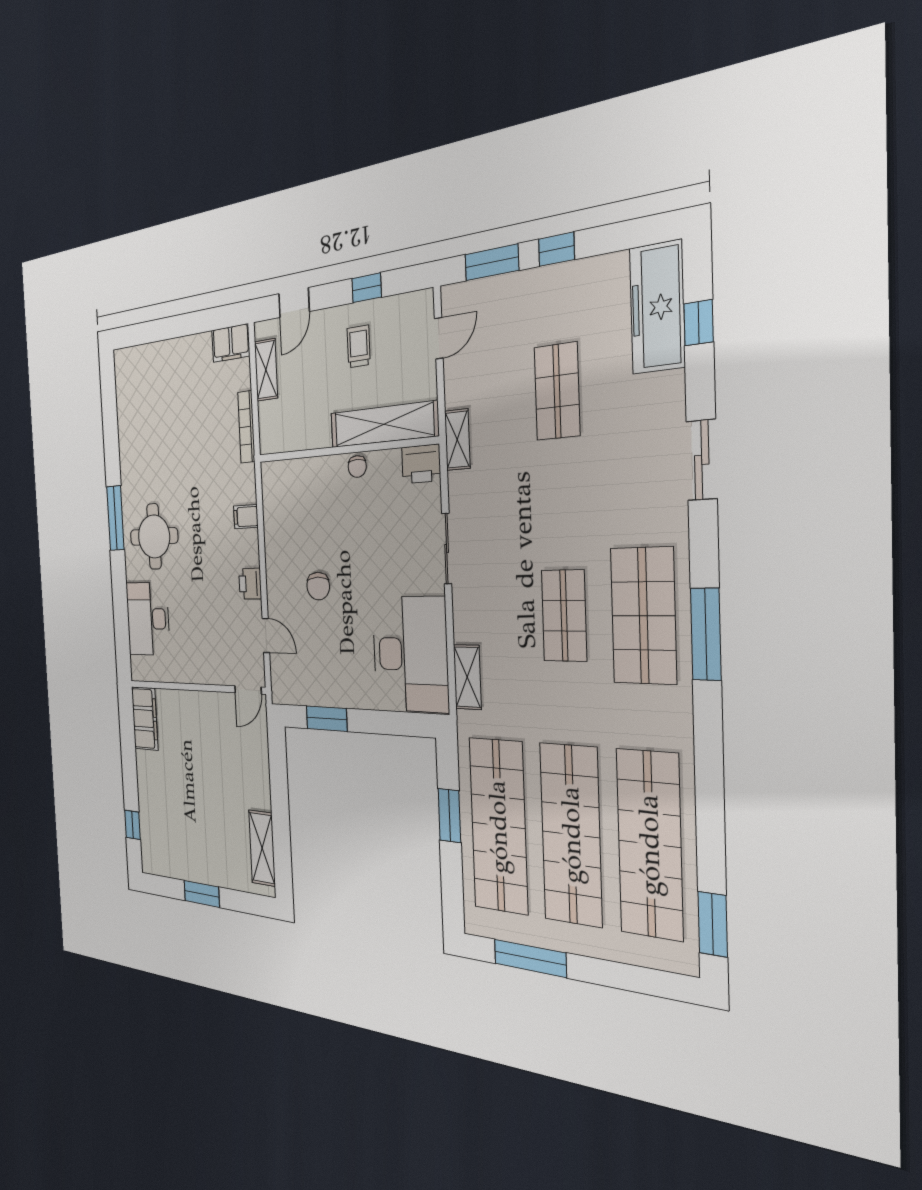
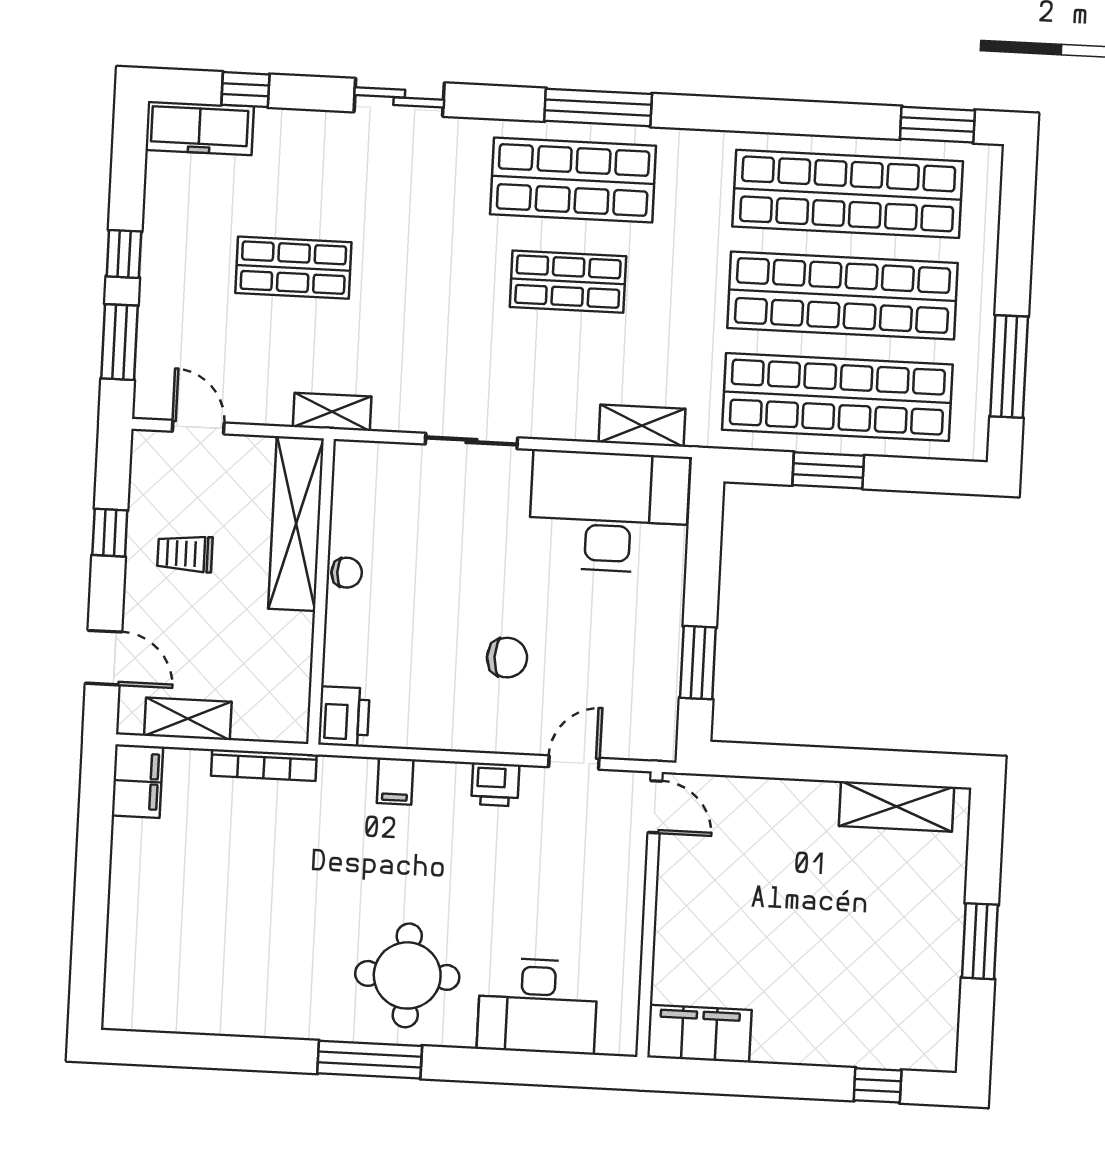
freezer: (657, 307) -> (200, 128), width x0.73, depth x0.79
printer: (421, 464) -> (344, 717), moved

